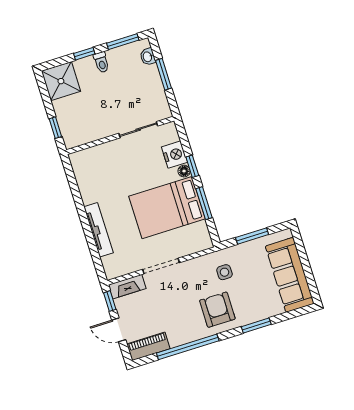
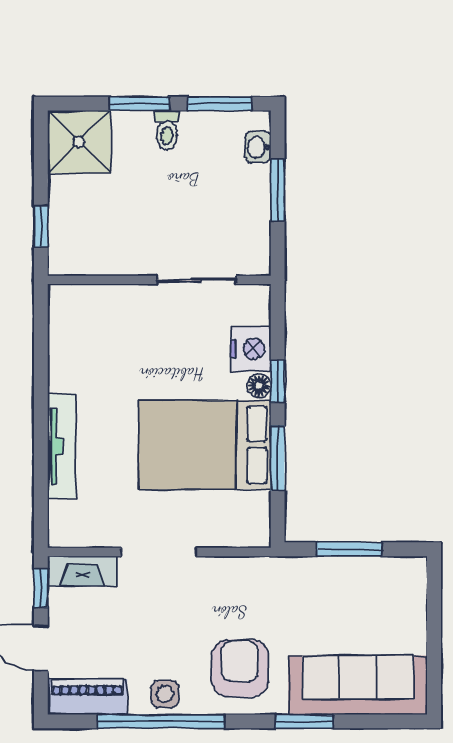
window: (84, 54) -> (139, 104), width x1.50
side table: (224, 272) -> (165, 694), moved
sofa: (290, 275) -> (358, 685), moved, turned 90

